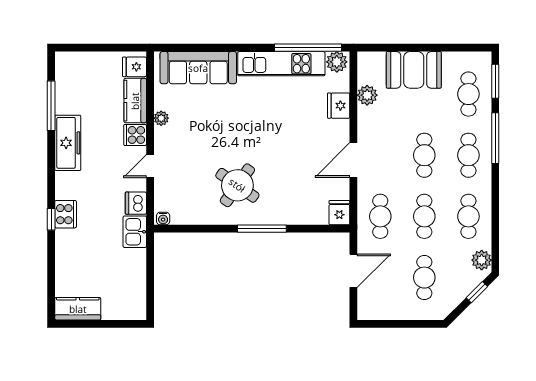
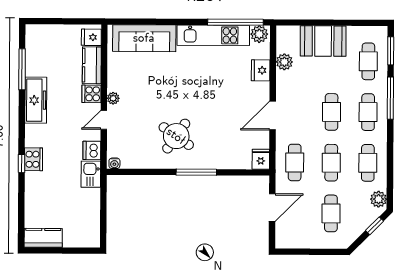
plant: (161, 118) -> (113, 98), moved

